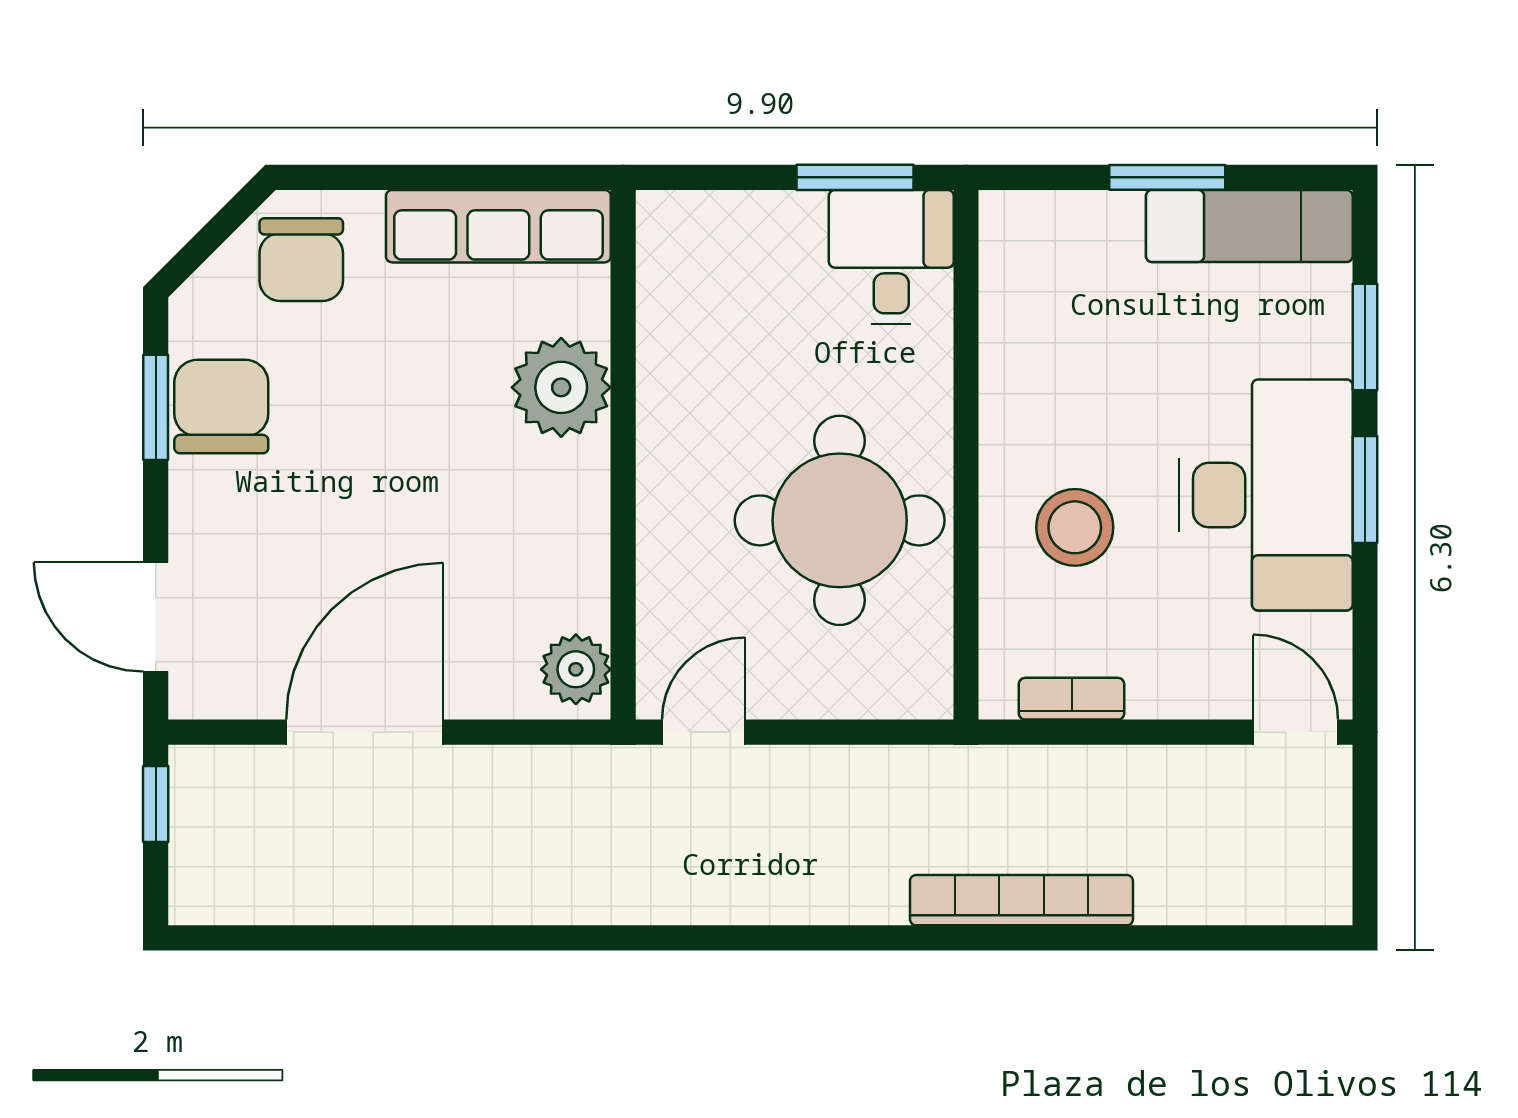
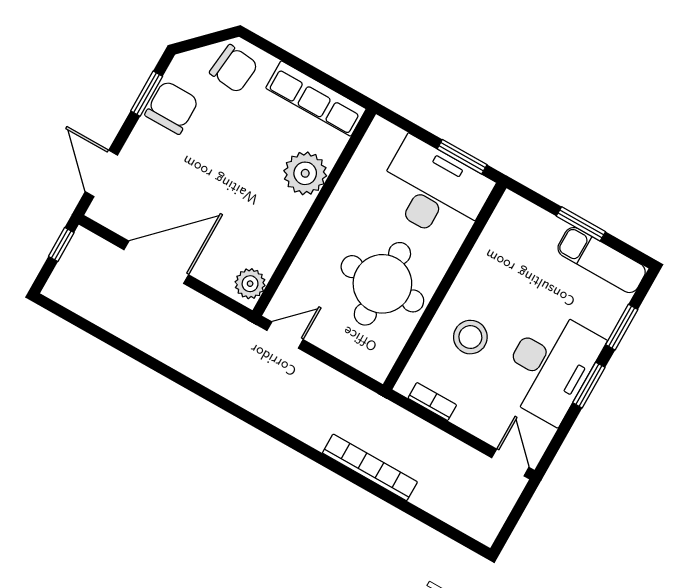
desk: (891, 257) -> (434, 191), width x1.87, depth x1.30
chair: (301, 260) -> (234, 69), turned -84

